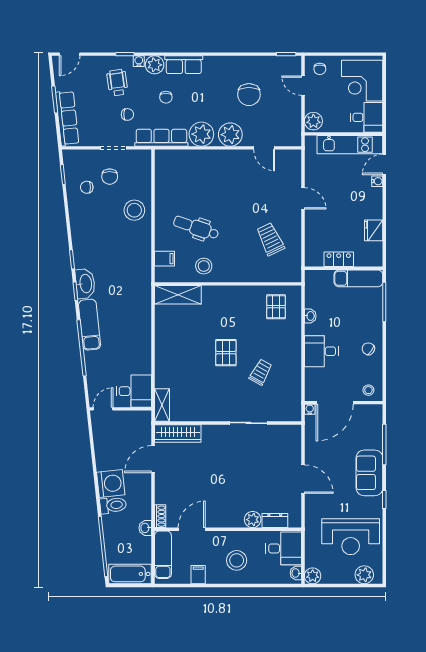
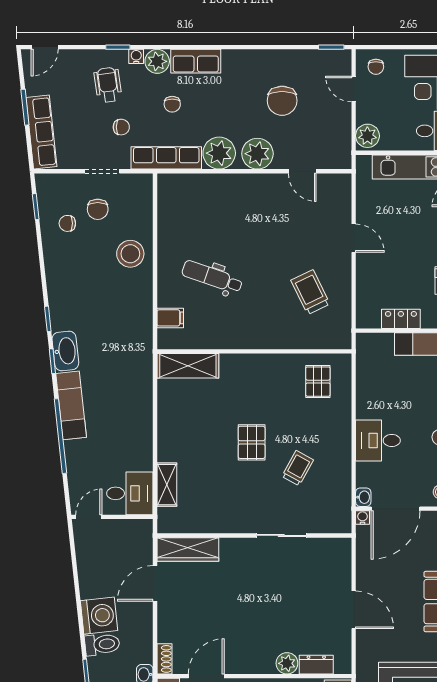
stool: (204, 266) -> (222, 328), removed
washbasin: (310, 316) -> (363, 497), moved
shelving: (162, 405) -> (167, 485), moved

